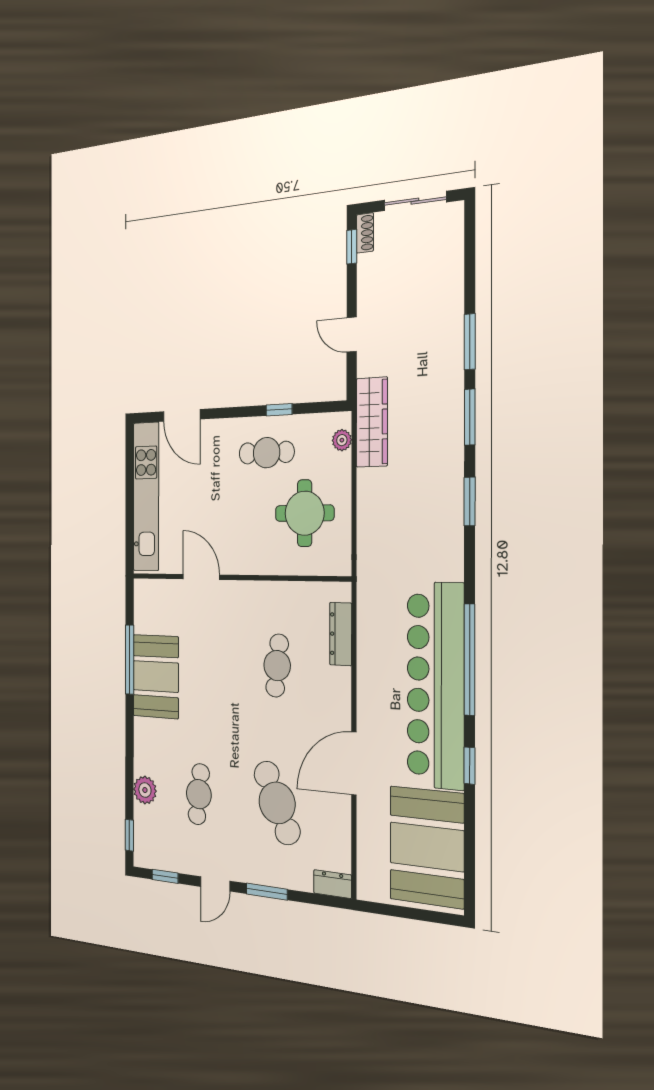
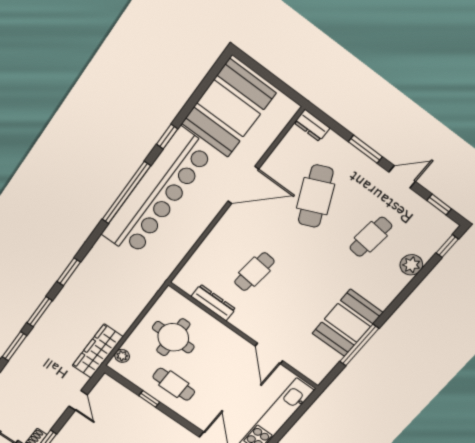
dresser: (341, 634) -> (213, 303), moved, turned -90

